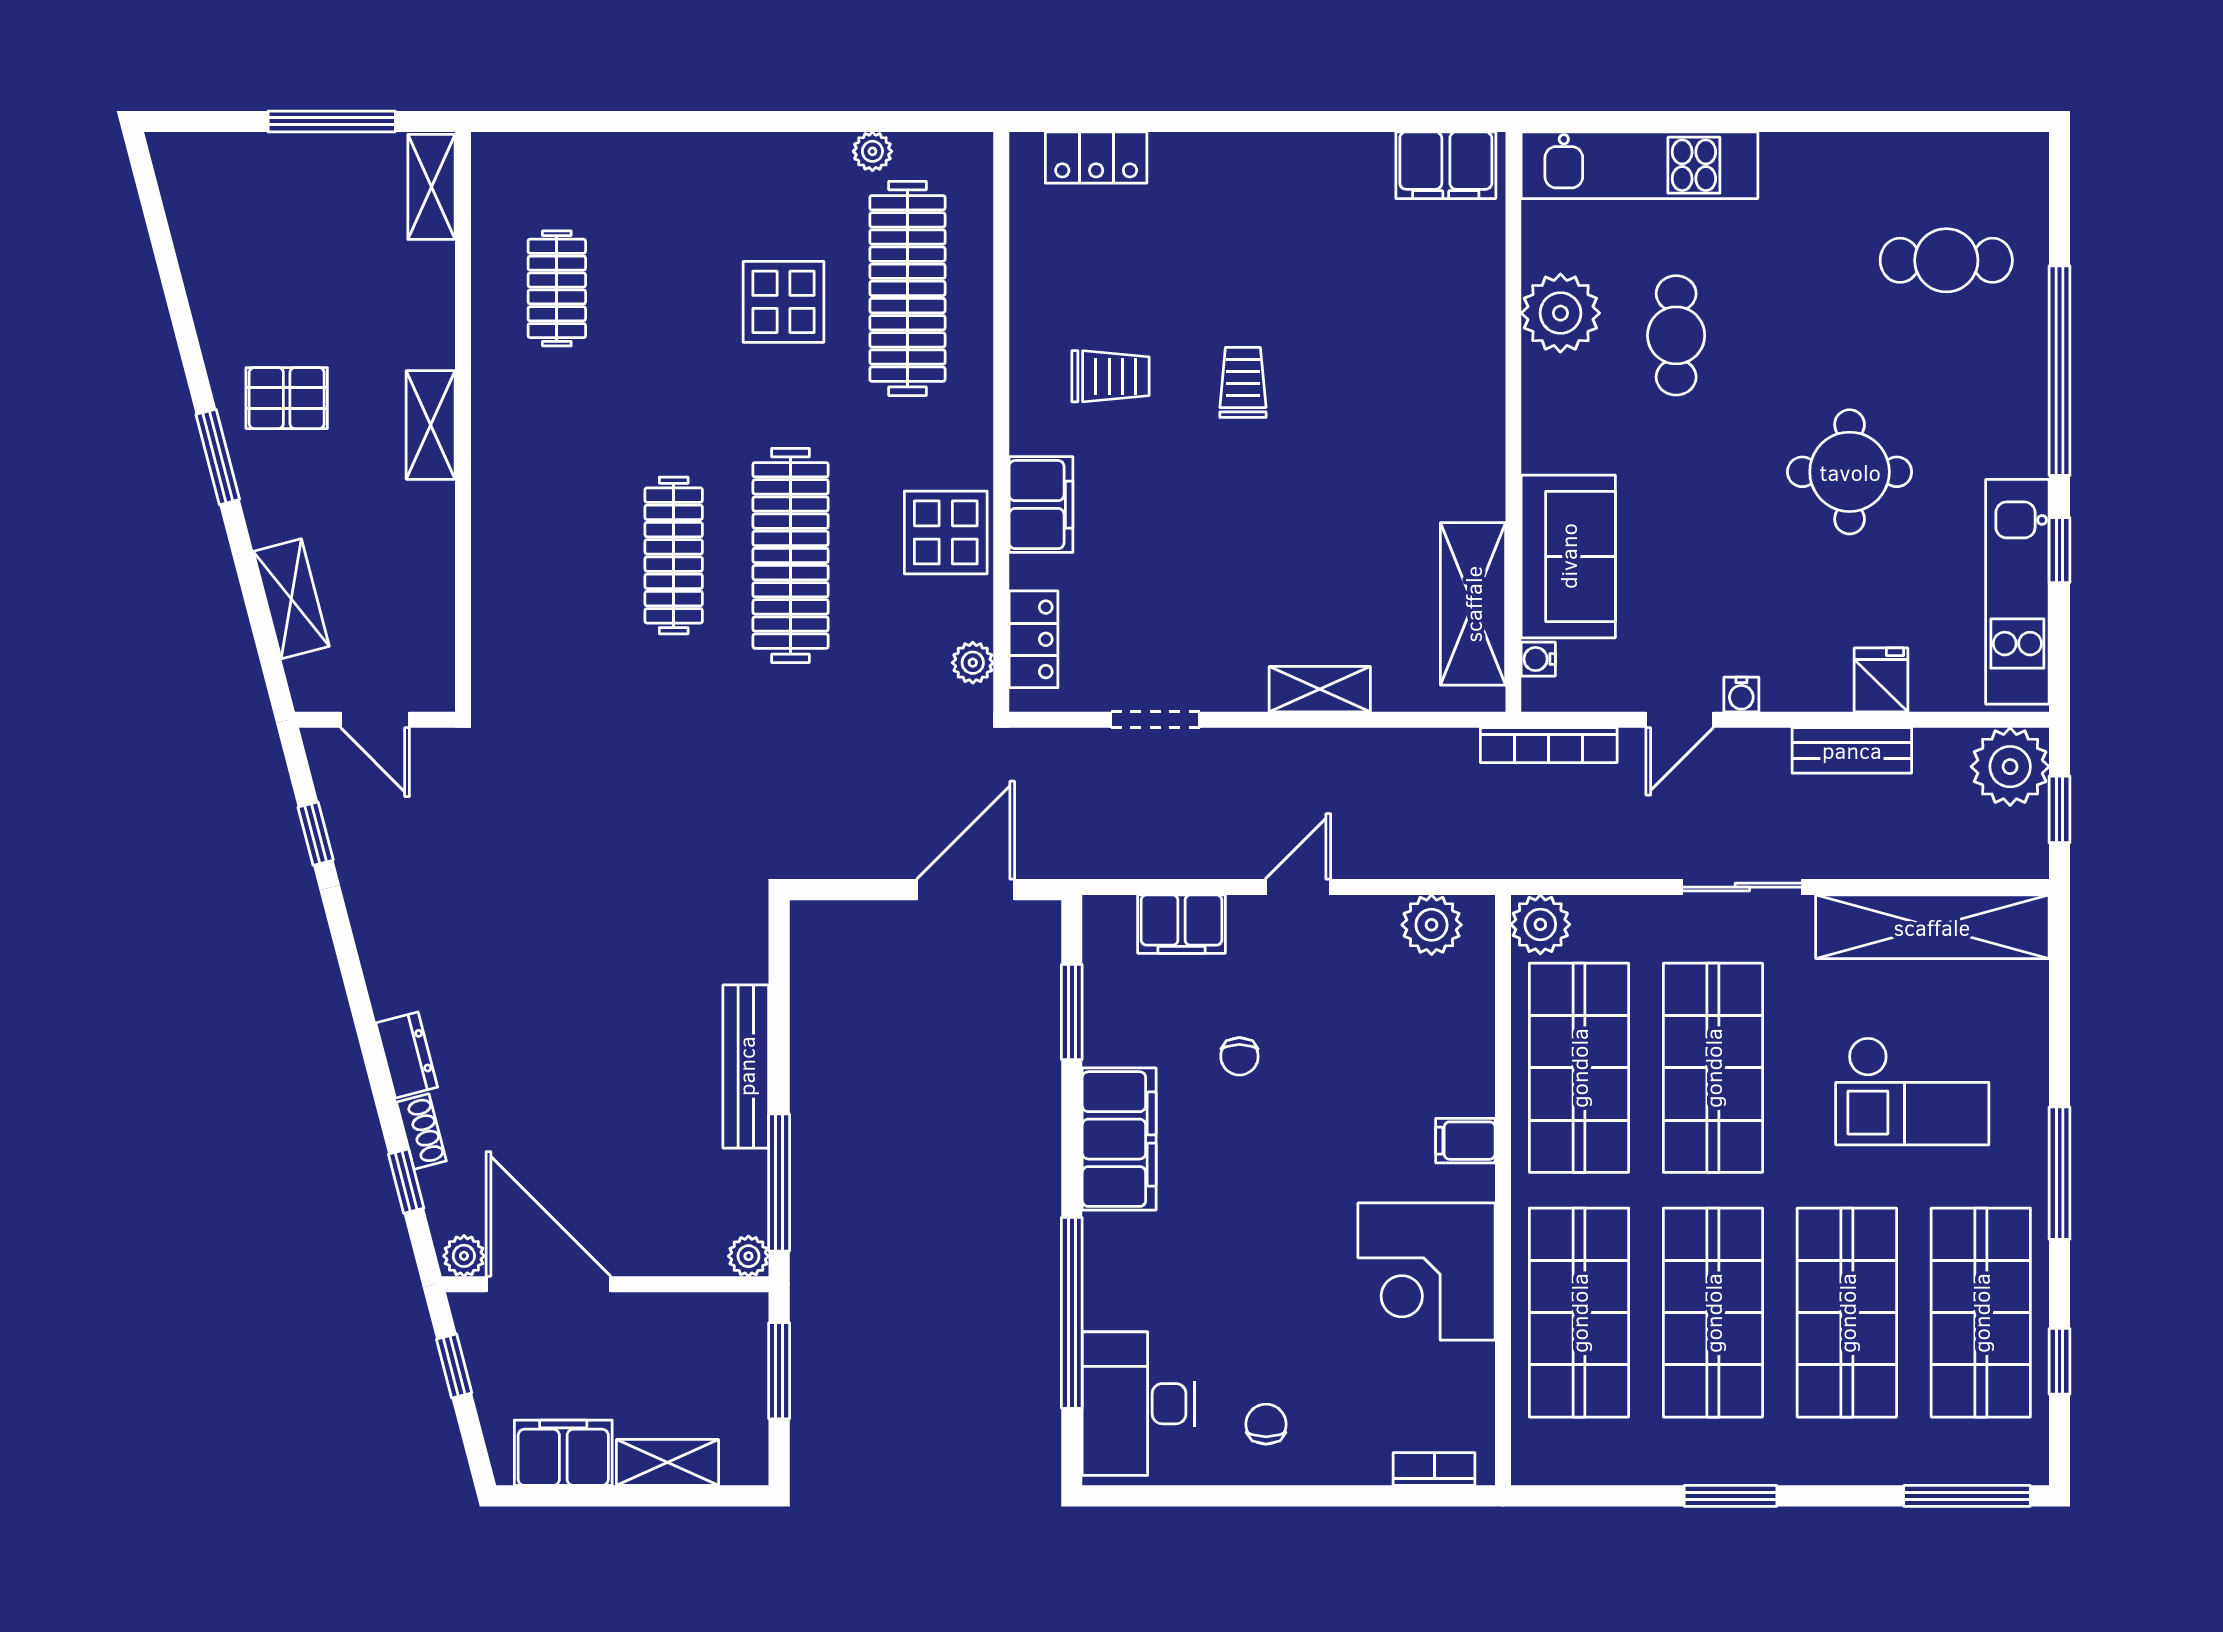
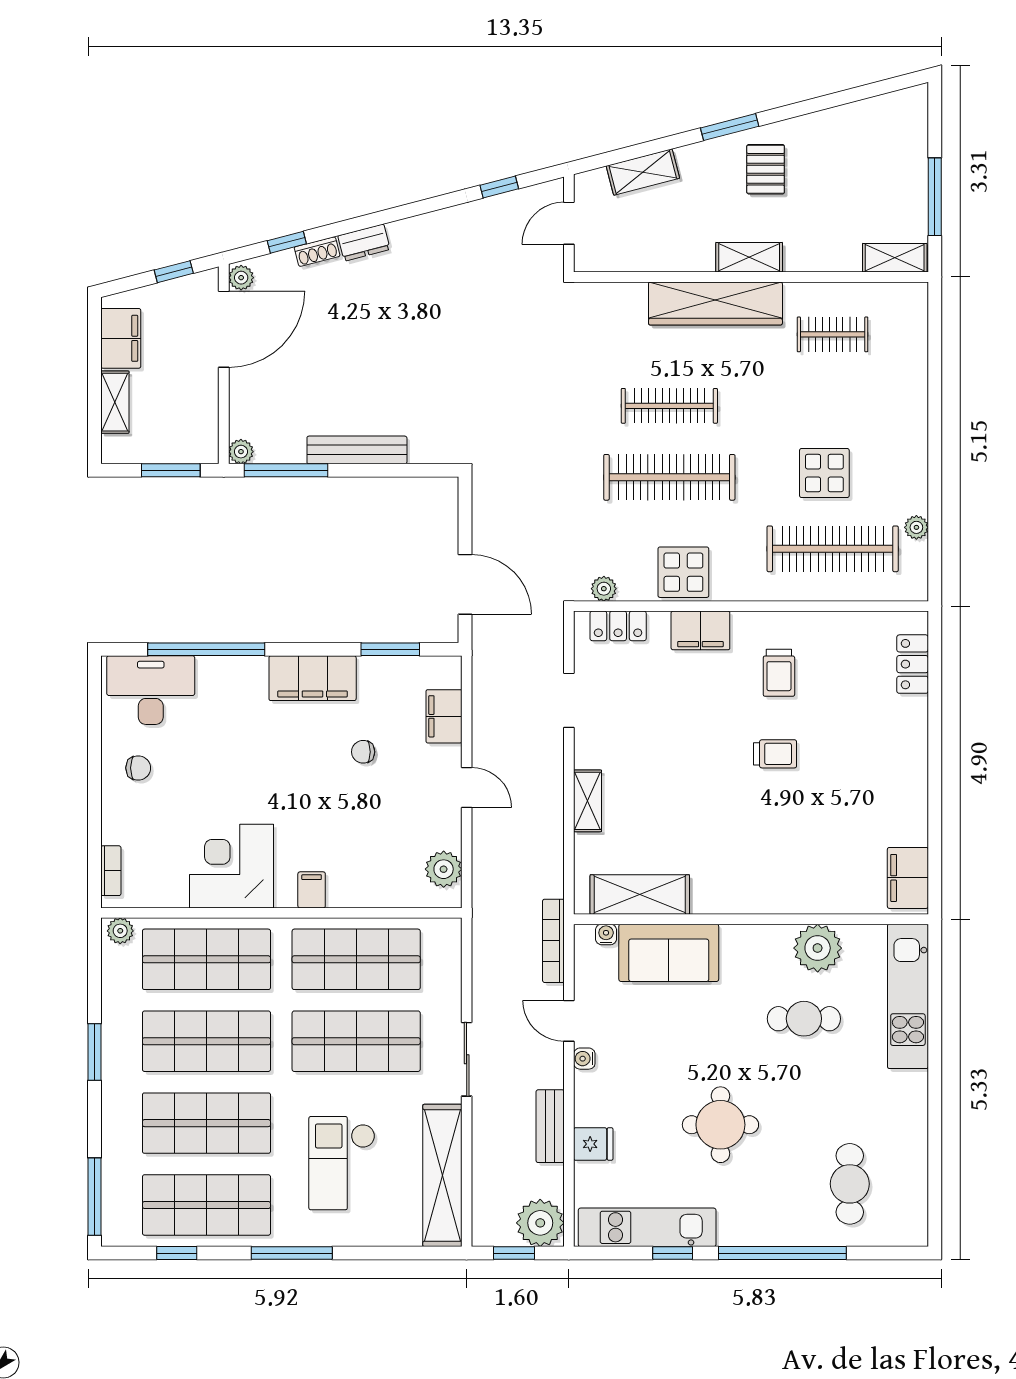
wardrobe: (506, 480) -> (715, 303), added
plant: (1540, 924) -> (120, 931), moved, width x0.73, depth x0.73

